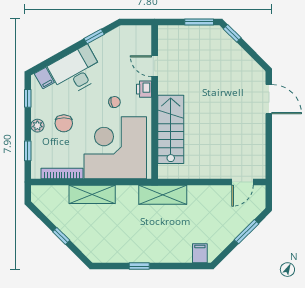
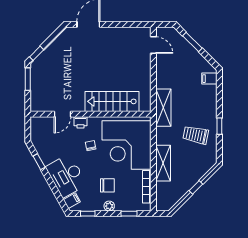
trolley: (128, 236) -> (196, 135), added

